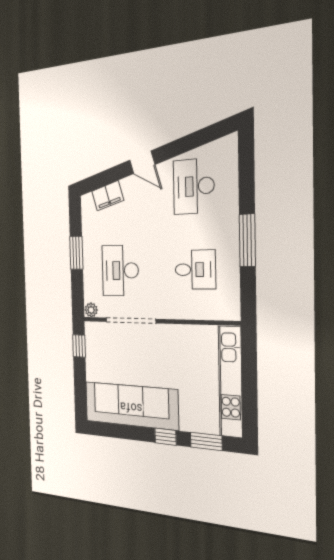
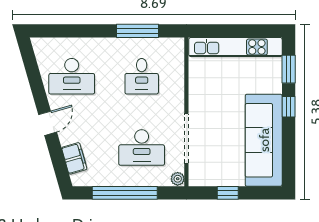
window: (247, 240) -> (138, 31), moved
window: (76, 253) -> (125, 193), width x2.11
desk: (195, 270) -> (142, 76), turned 180
window: (79, 346) -> (228, 193), moved

